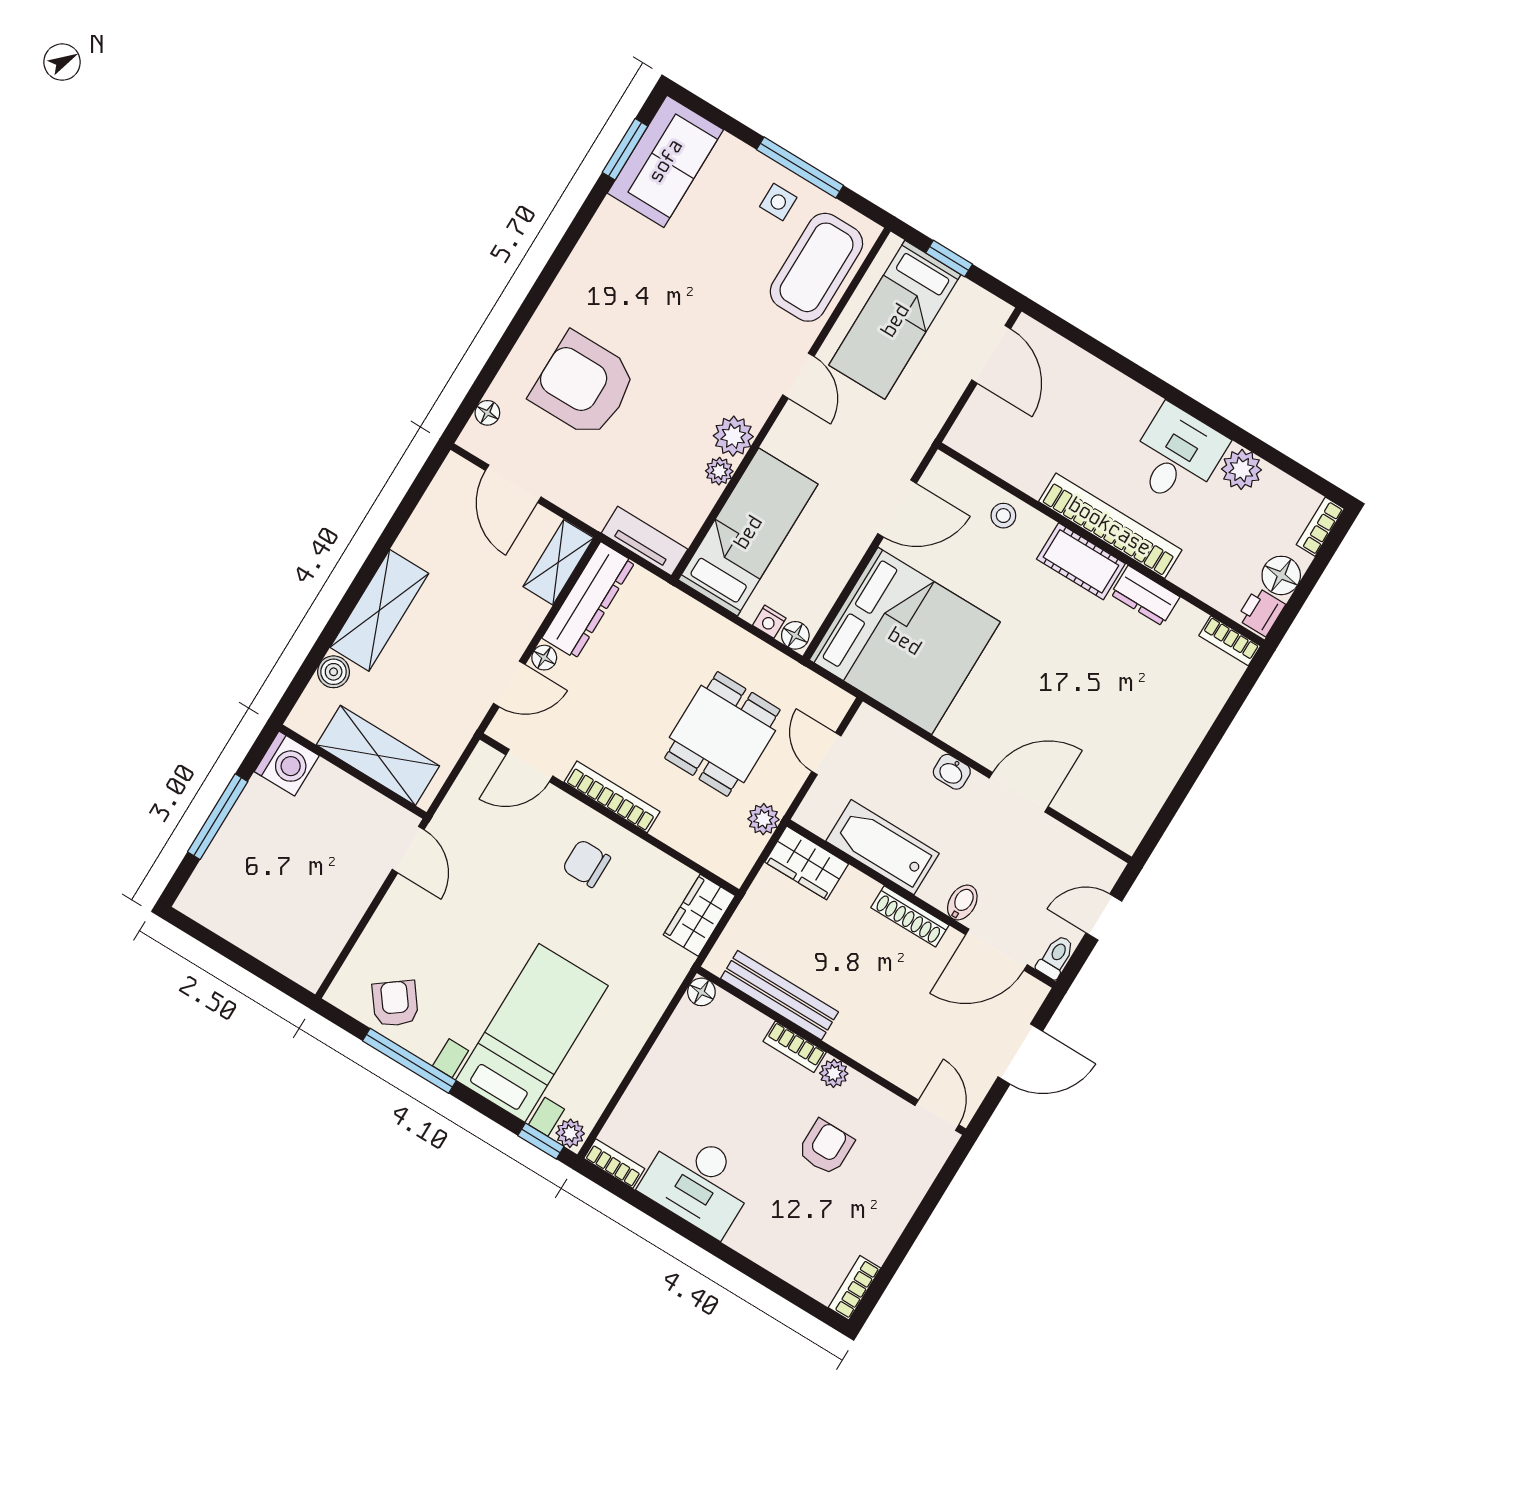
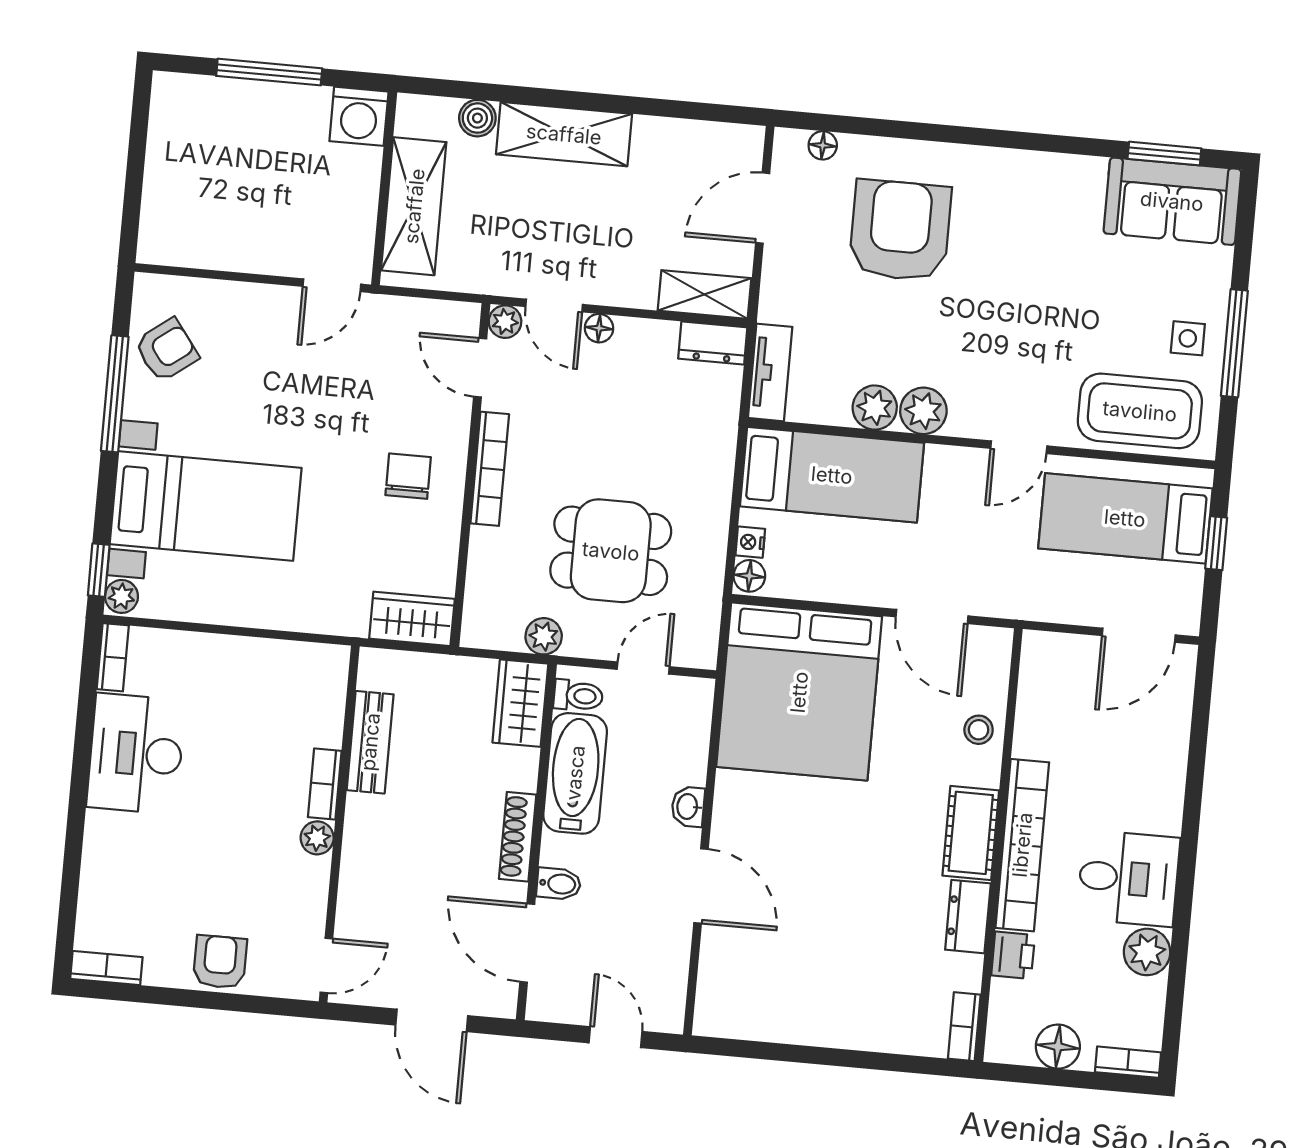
plant: (719, 471) -> (875, 408), width x1.38, depth x1.38
dresser: (588, 600) -> (713, 343), width x0.51, depth x0.80
printer: (1261, 612) -> (1013, 955), moved, turned 90
plant: (503, 728) -> (505, 322), added
toilet: (1056, 957) -> (578, 696), moved
floor lamp: (701, 992) -> (334, 660), removed
bench: (779, 995) -> (370, 742), width x0.73
armchair: (826, 1147) -> (220, 962), moved, turned -90

